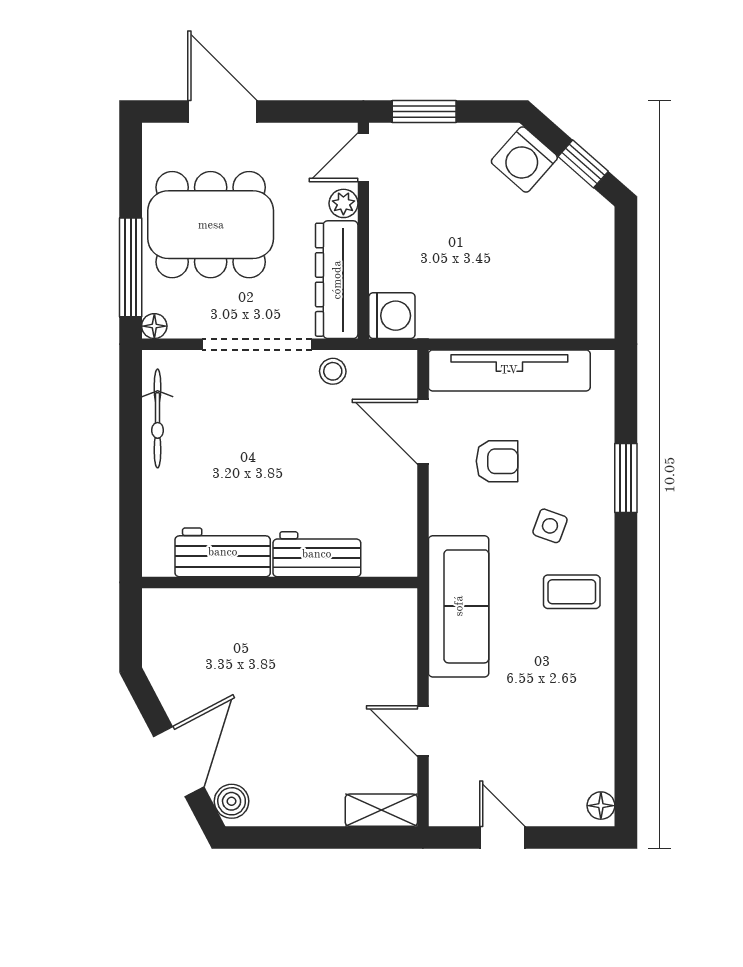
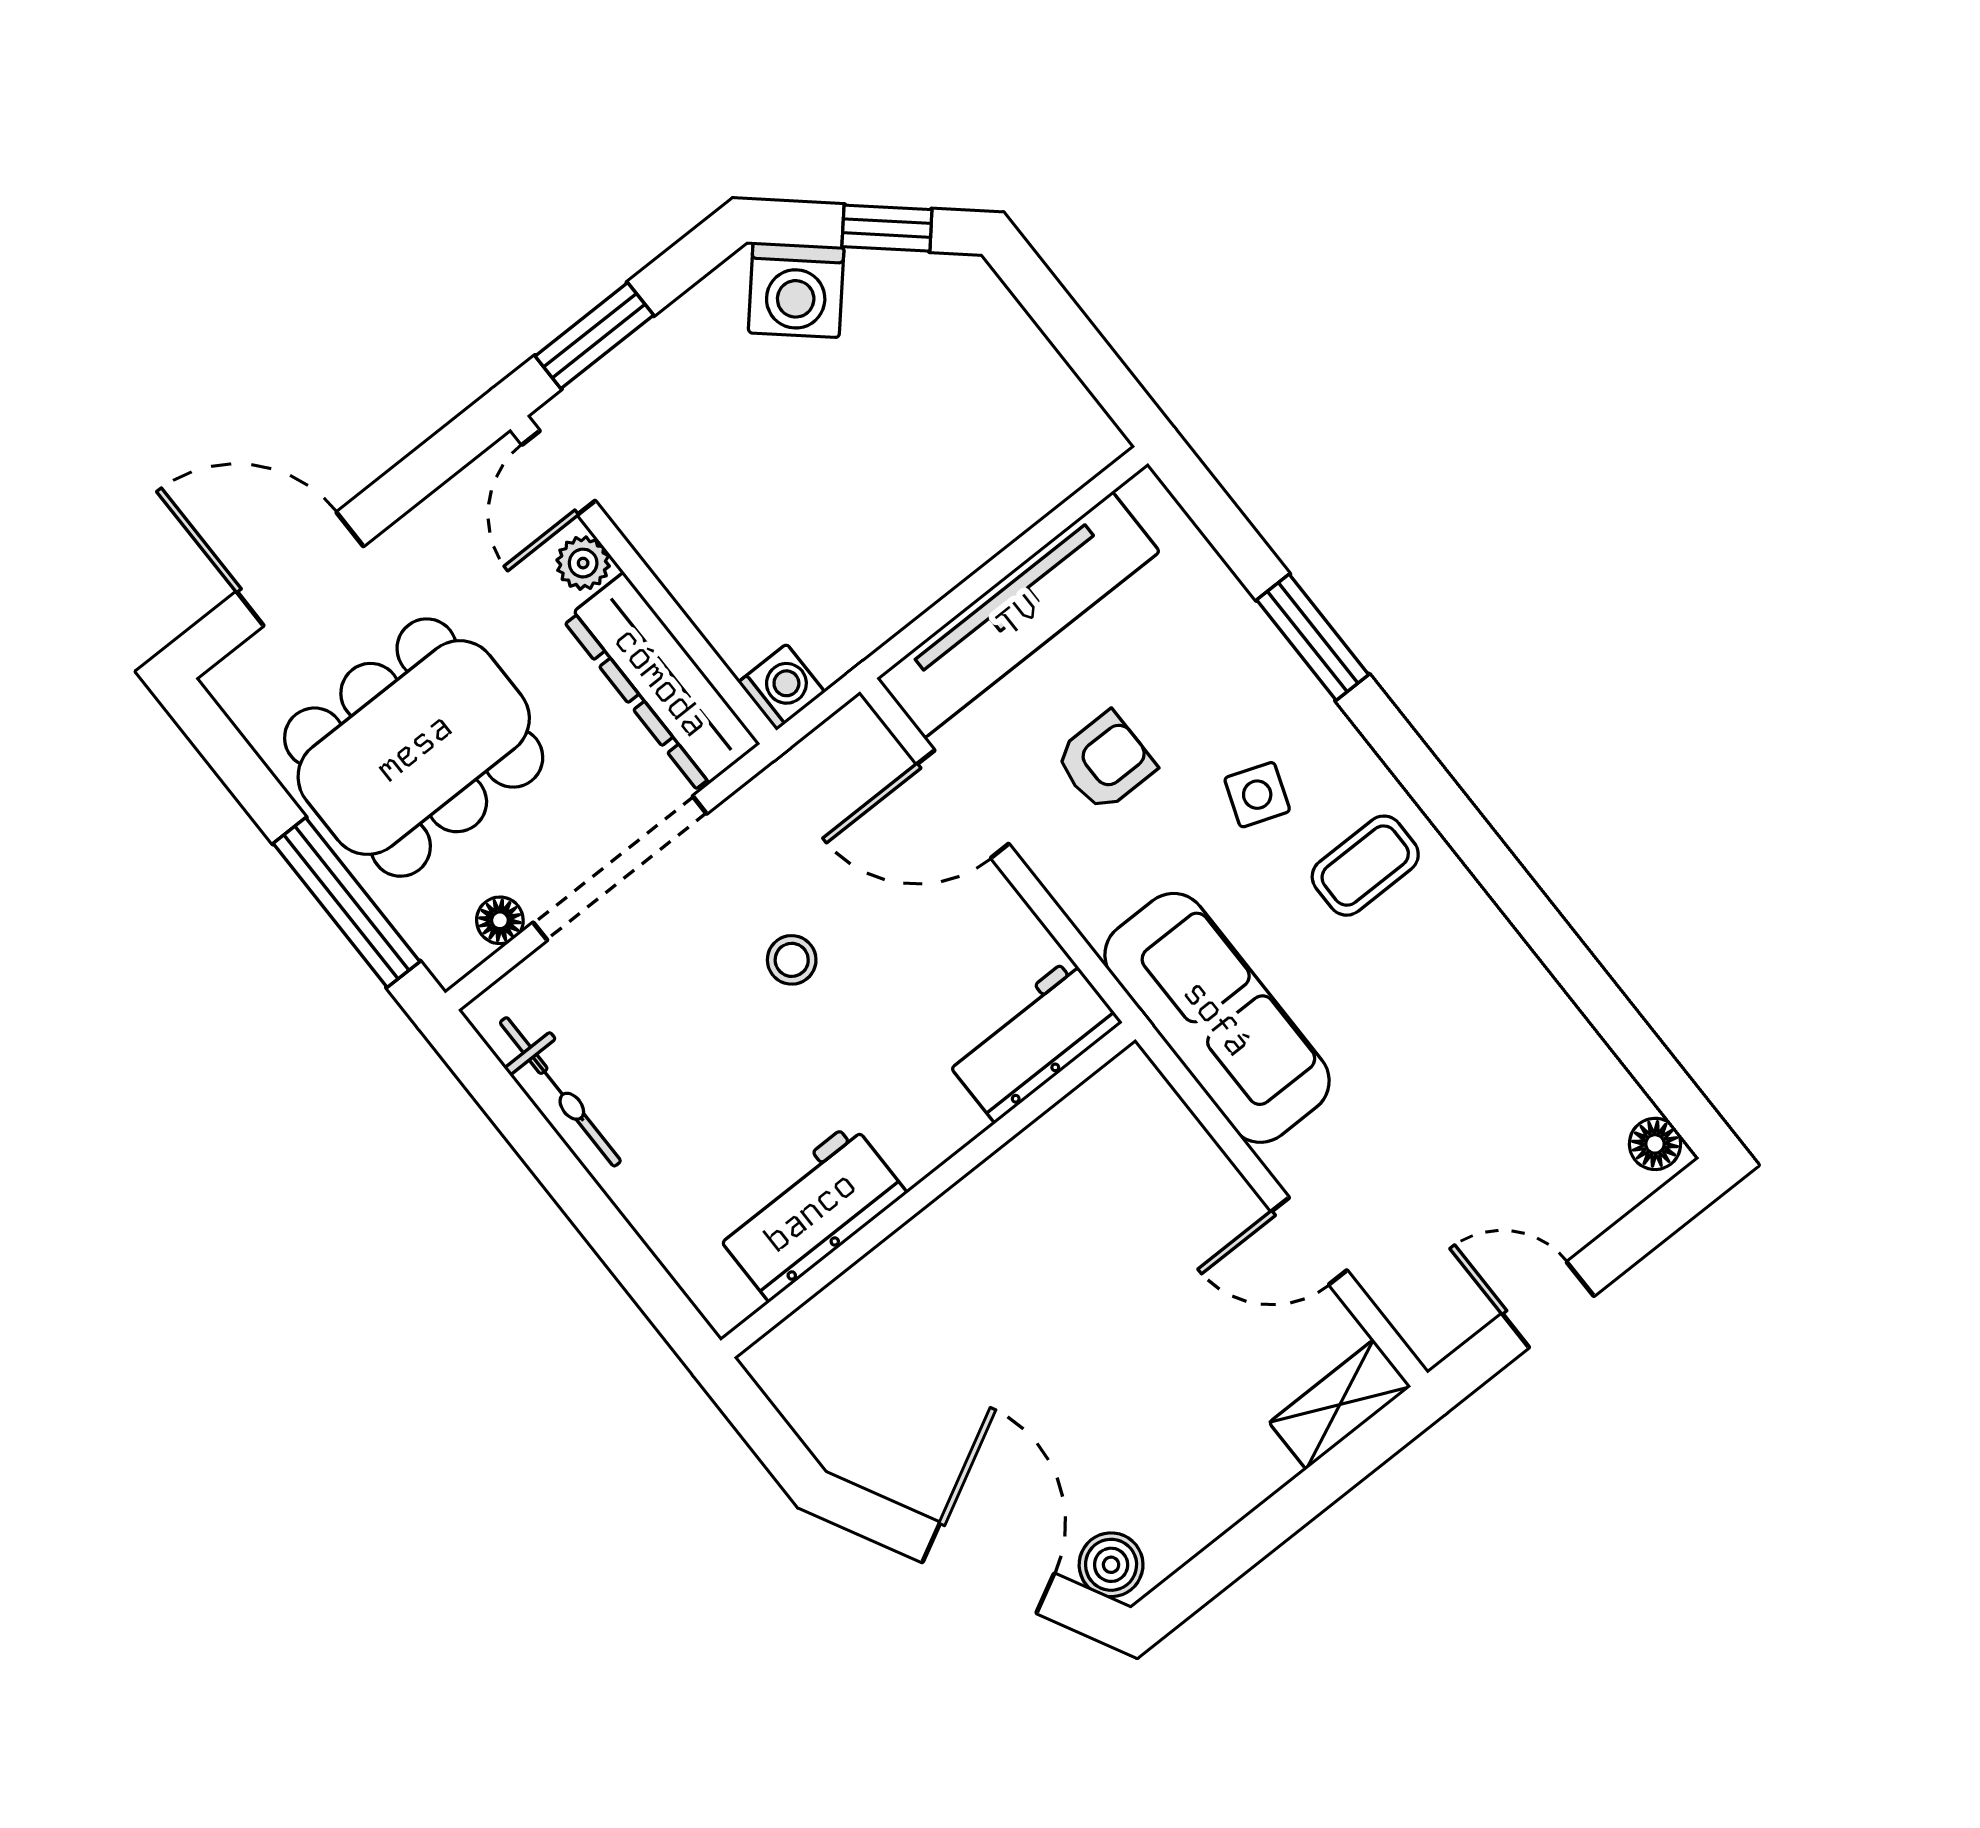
washing machine: (392, 316) -> (782, 687), width x0.73, depth x0.73
floor lamp: (154, 326) -> (500, 920), moved
stool: (333, 371) -> (792, 960), moved
workbench: (317, 554) -> (1033, 1040), moved

